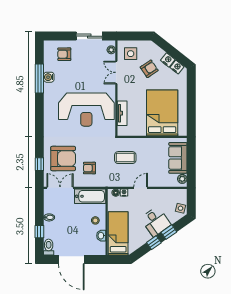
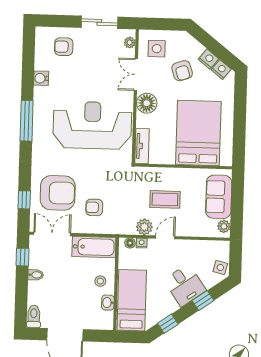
armchair: (149, 69) -> (182, 71), turned 106
window: (39, 79) -> (27, 121), moved
floor lamp: (125, 93) -> (147, 103), added
reception desk: (86, 110) -> (92, 125), turned 180
tv unit: (122, 113) -> (142, 146), moved
coffee table: (125, 158) -> (165, 199), moved
plant: (126, 181) -> (144, 227), added
window: (39, 232) -> (22, 257), moved
window: (154, 243) -> (168, 324), moved

